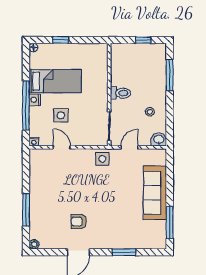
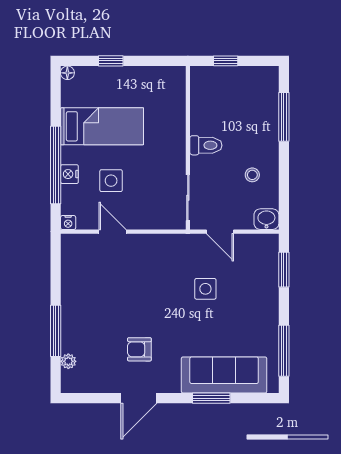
window: (143, 40) -> (226, 61), moved
nightstand: (35, 100) -> (69, 174), moved
door: (129, 147) -> (220, 232), swing flipped
side table: (102, 159) -> (205, 289), moved
window: (170, 171) -> (284, 270), added
sofa: (155, 193) -> (224, 375), moved, turned 90
plant: (34, 244) -> (68, 361), moved

